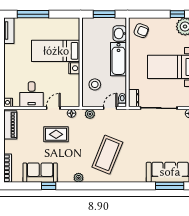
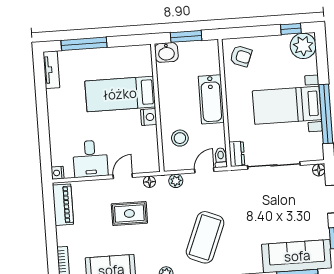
washbasin: (120, 33) -> (166, 52), moved, turned -90

